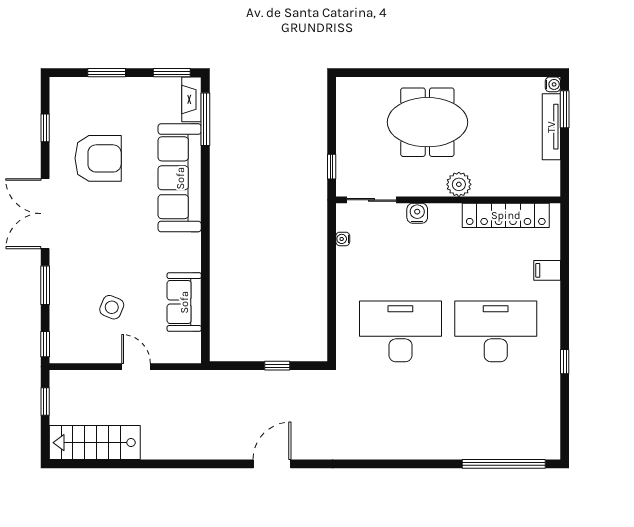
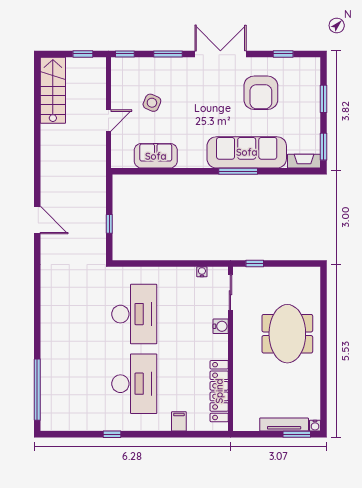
window: (205, 119) -> (238, 171), moved
plant: (459, 184) -> (242, 357), removed

